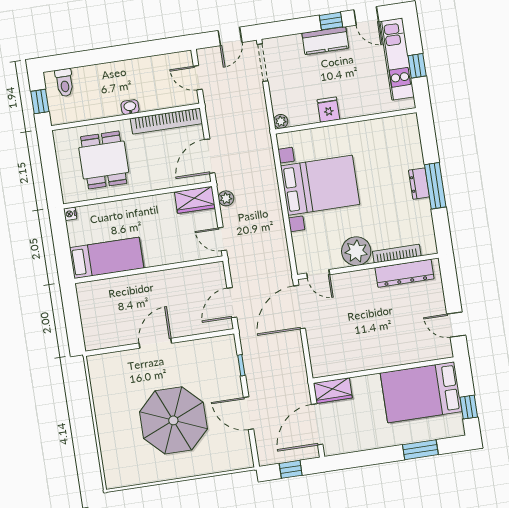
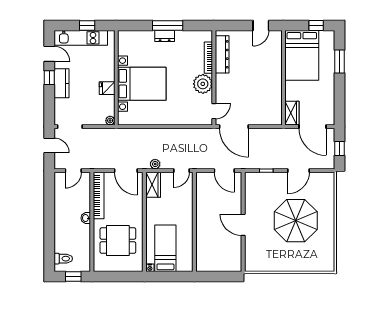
door: (366, 16) -> (49, 54), hinge flipped
bed with nightstands: (320, 185) -> (142, 84), moved, turned 90
bed: (107, 258) -> (165, 248), moved

